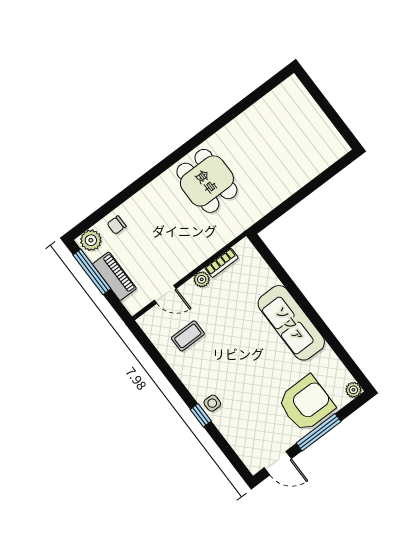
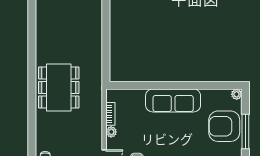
dining table: (207, 181) -> (59, 87), width x1.38
armchair: (306, 404) -> (224, 126), turned -90

